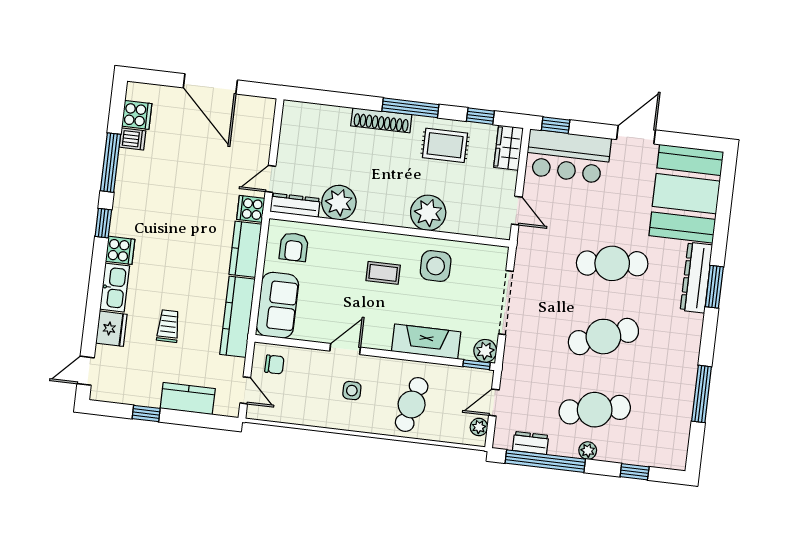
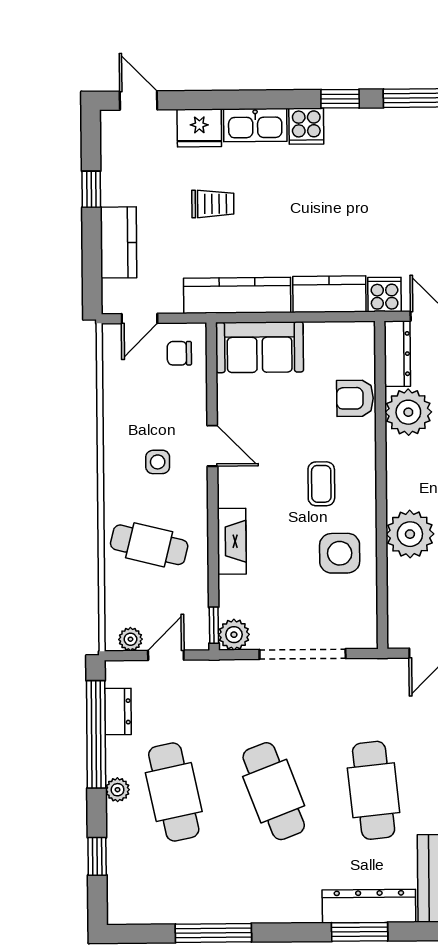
armchair: (294, 247) -> (355, 398), moved
fireplace: (426, 342) -> (232, 541), width x0.73, depth x0.76
chair: (274, 364) -> (179, 353), turned 90
door: (494, 403) -> (166, 655), hinge flipped

